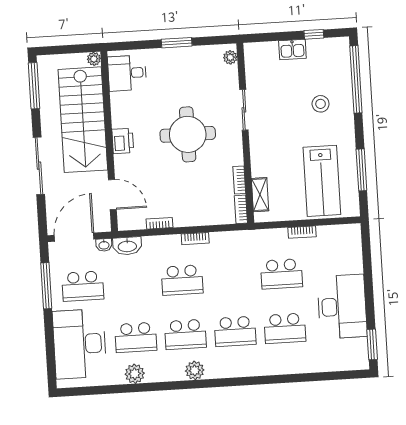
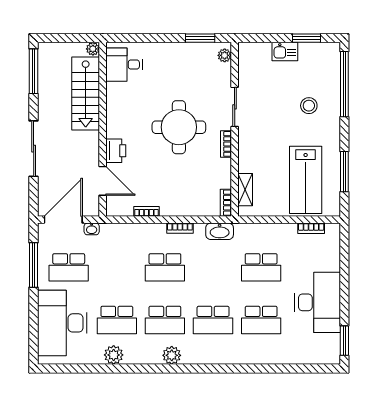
window: (314, 34) -> (306, 38), width x1.50
window: (177, 43) -> (200, 38), moved
stairs: (83, 120) -> (86, 93), width x0.73, depth x0.66
printer: (123, 141) -> (116, 151), moved
bookcase: (239, 180) -> (226, 144), moved
bookcase: (302, 232) -> (311, 228), moved
washbasin: (127, 246) -> (220, 231), moved

